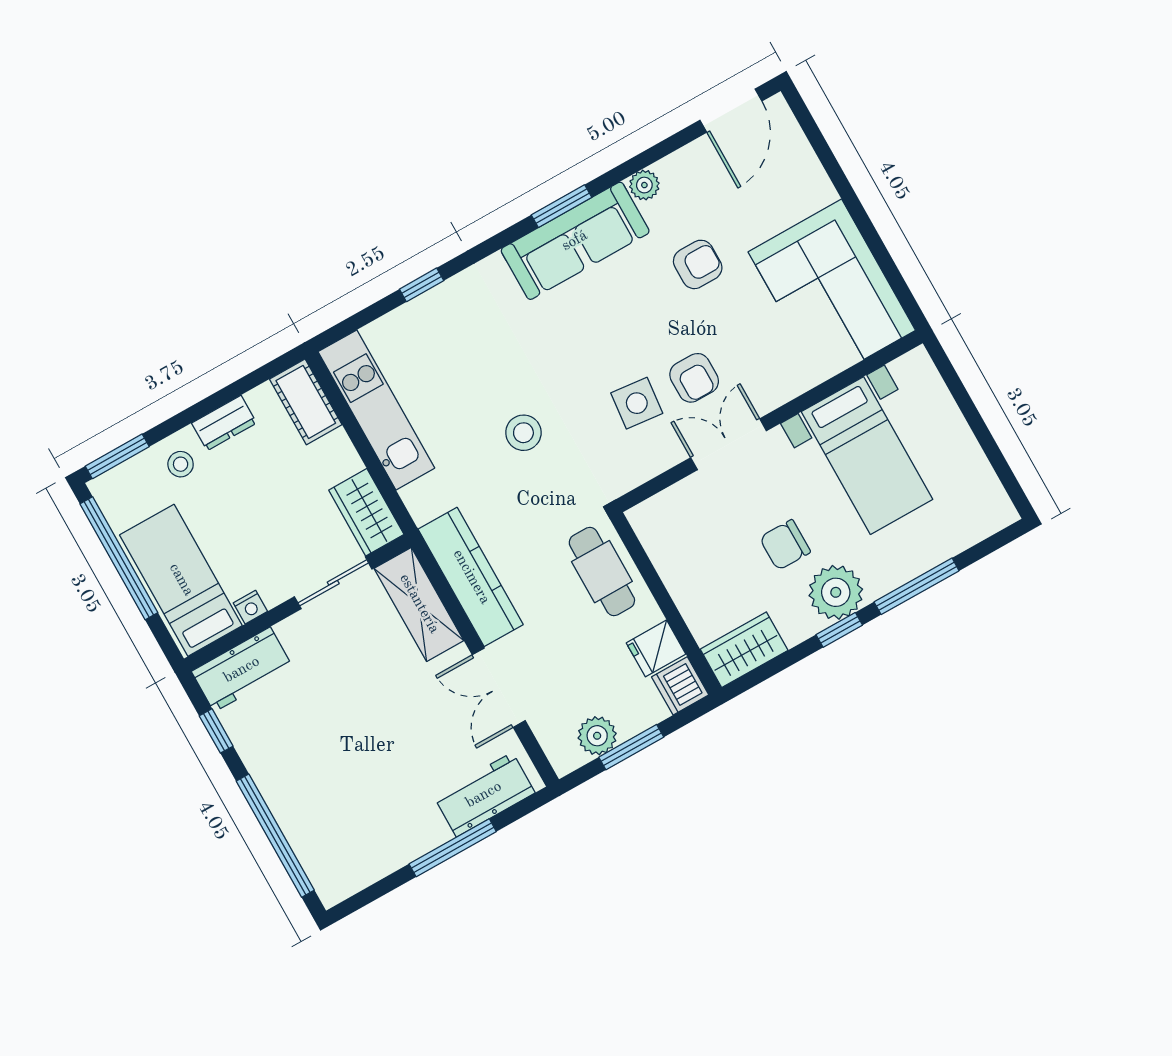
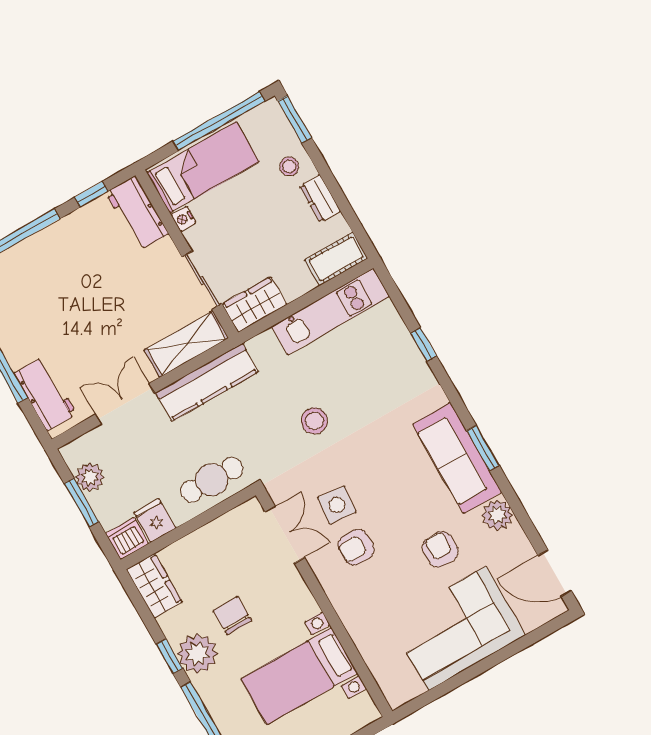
plant: (644, 185) -> (497, 515), width x1.38, depth x1.38
armchair: (698, 264) -> (440, 549), turned 180
corner sofa: (832, 291) -> (457, 628), moved
double door: (729, 444) -> (285, 535), moved

